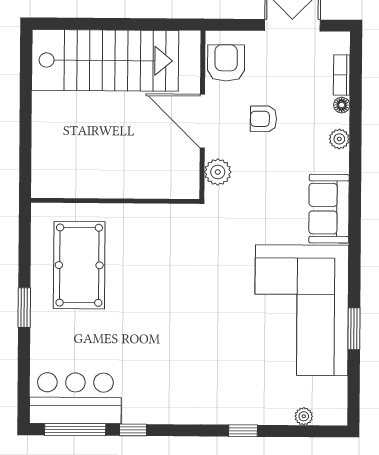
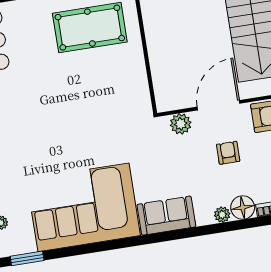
floor lamp: (342, 105) -> (243, 207), width x1.89, depth x1.89
window: (354, 329) -> (27, 258), moved

